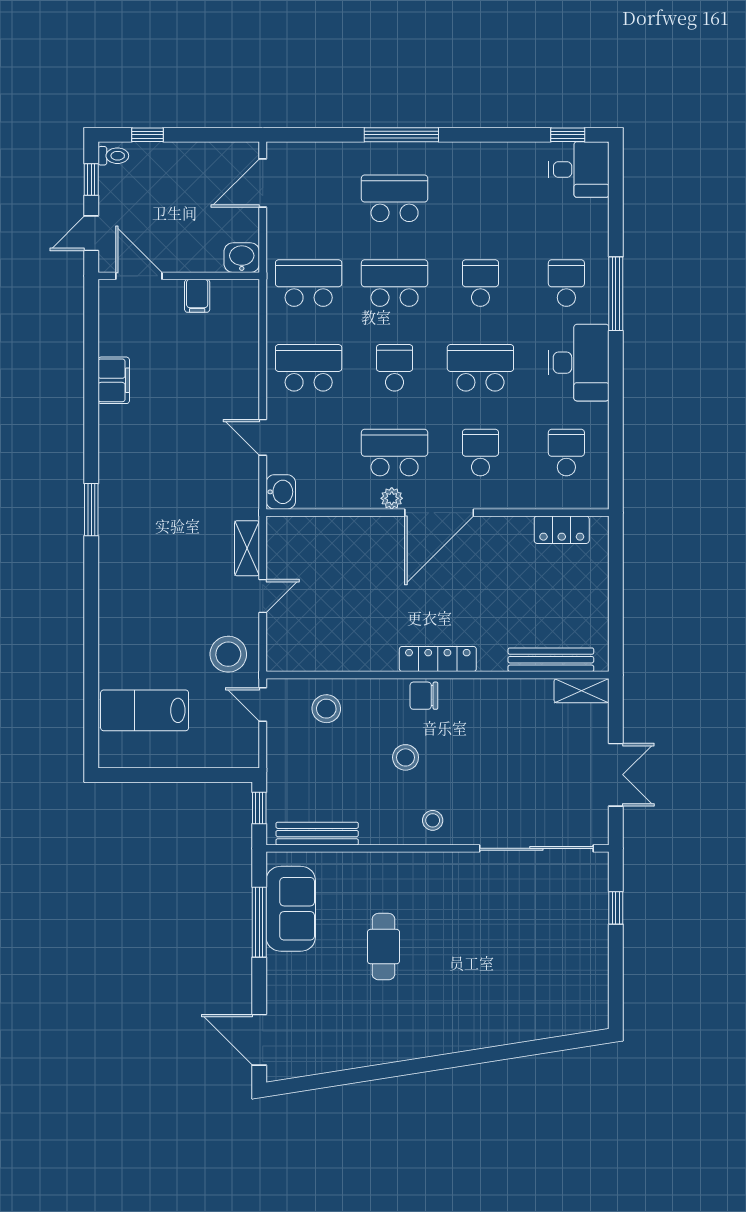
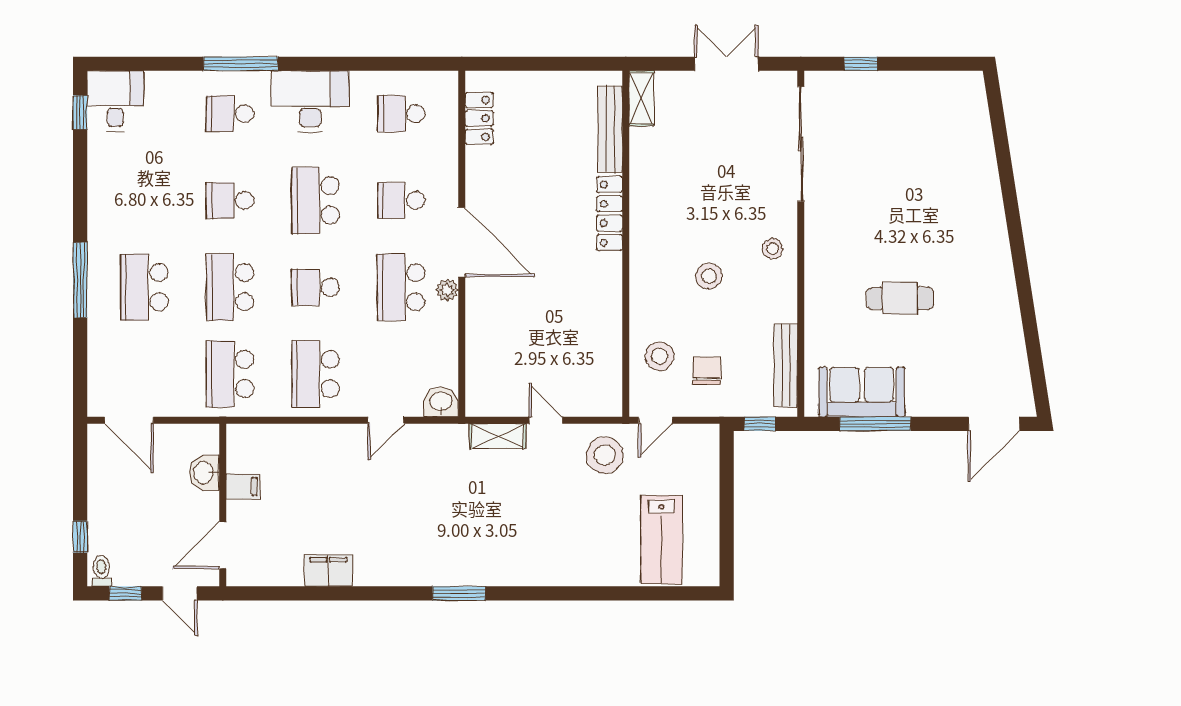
washbasin: (242, 258) -> (204, 473), moved
locker: (438, 659) -> (610, 214), moved
chair: (424, 696) -> (707, 371), moved, turned 180

